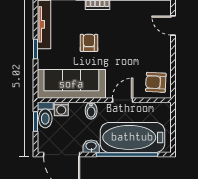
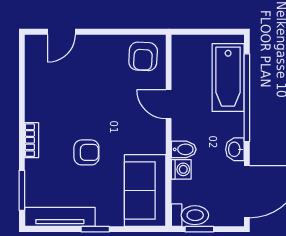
armchair: (89, 43) -> (86, 152), turned 180
sofa: (71, 84) -> (145, 191), width x0.73
washing machine: (61, 109) -> (181, 169), moved
bathtub: (132, 137) -> (228, 78), width x0.73, depth x0.73

